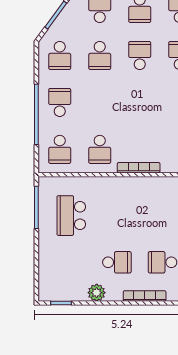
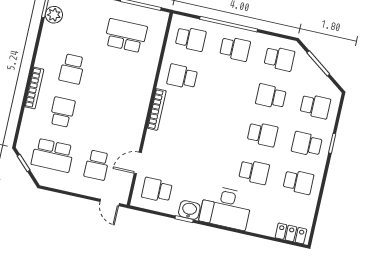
school desk: (60, 55) -> (279, 59), turned 180
school desk: (60, 149) -> (191, 39), turned 180
plant: (97, 293) -> (54, 15), moved

